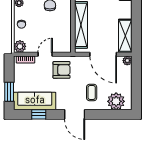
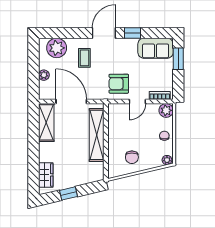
plant: (127, 61) -> (44, 75), moved
sofa: (35, 101) -> (156, 48), width x0.73
window: (39, 114) -> (132, 33), moved
door: (75, 114) -> (104, 33), hinge flipped

